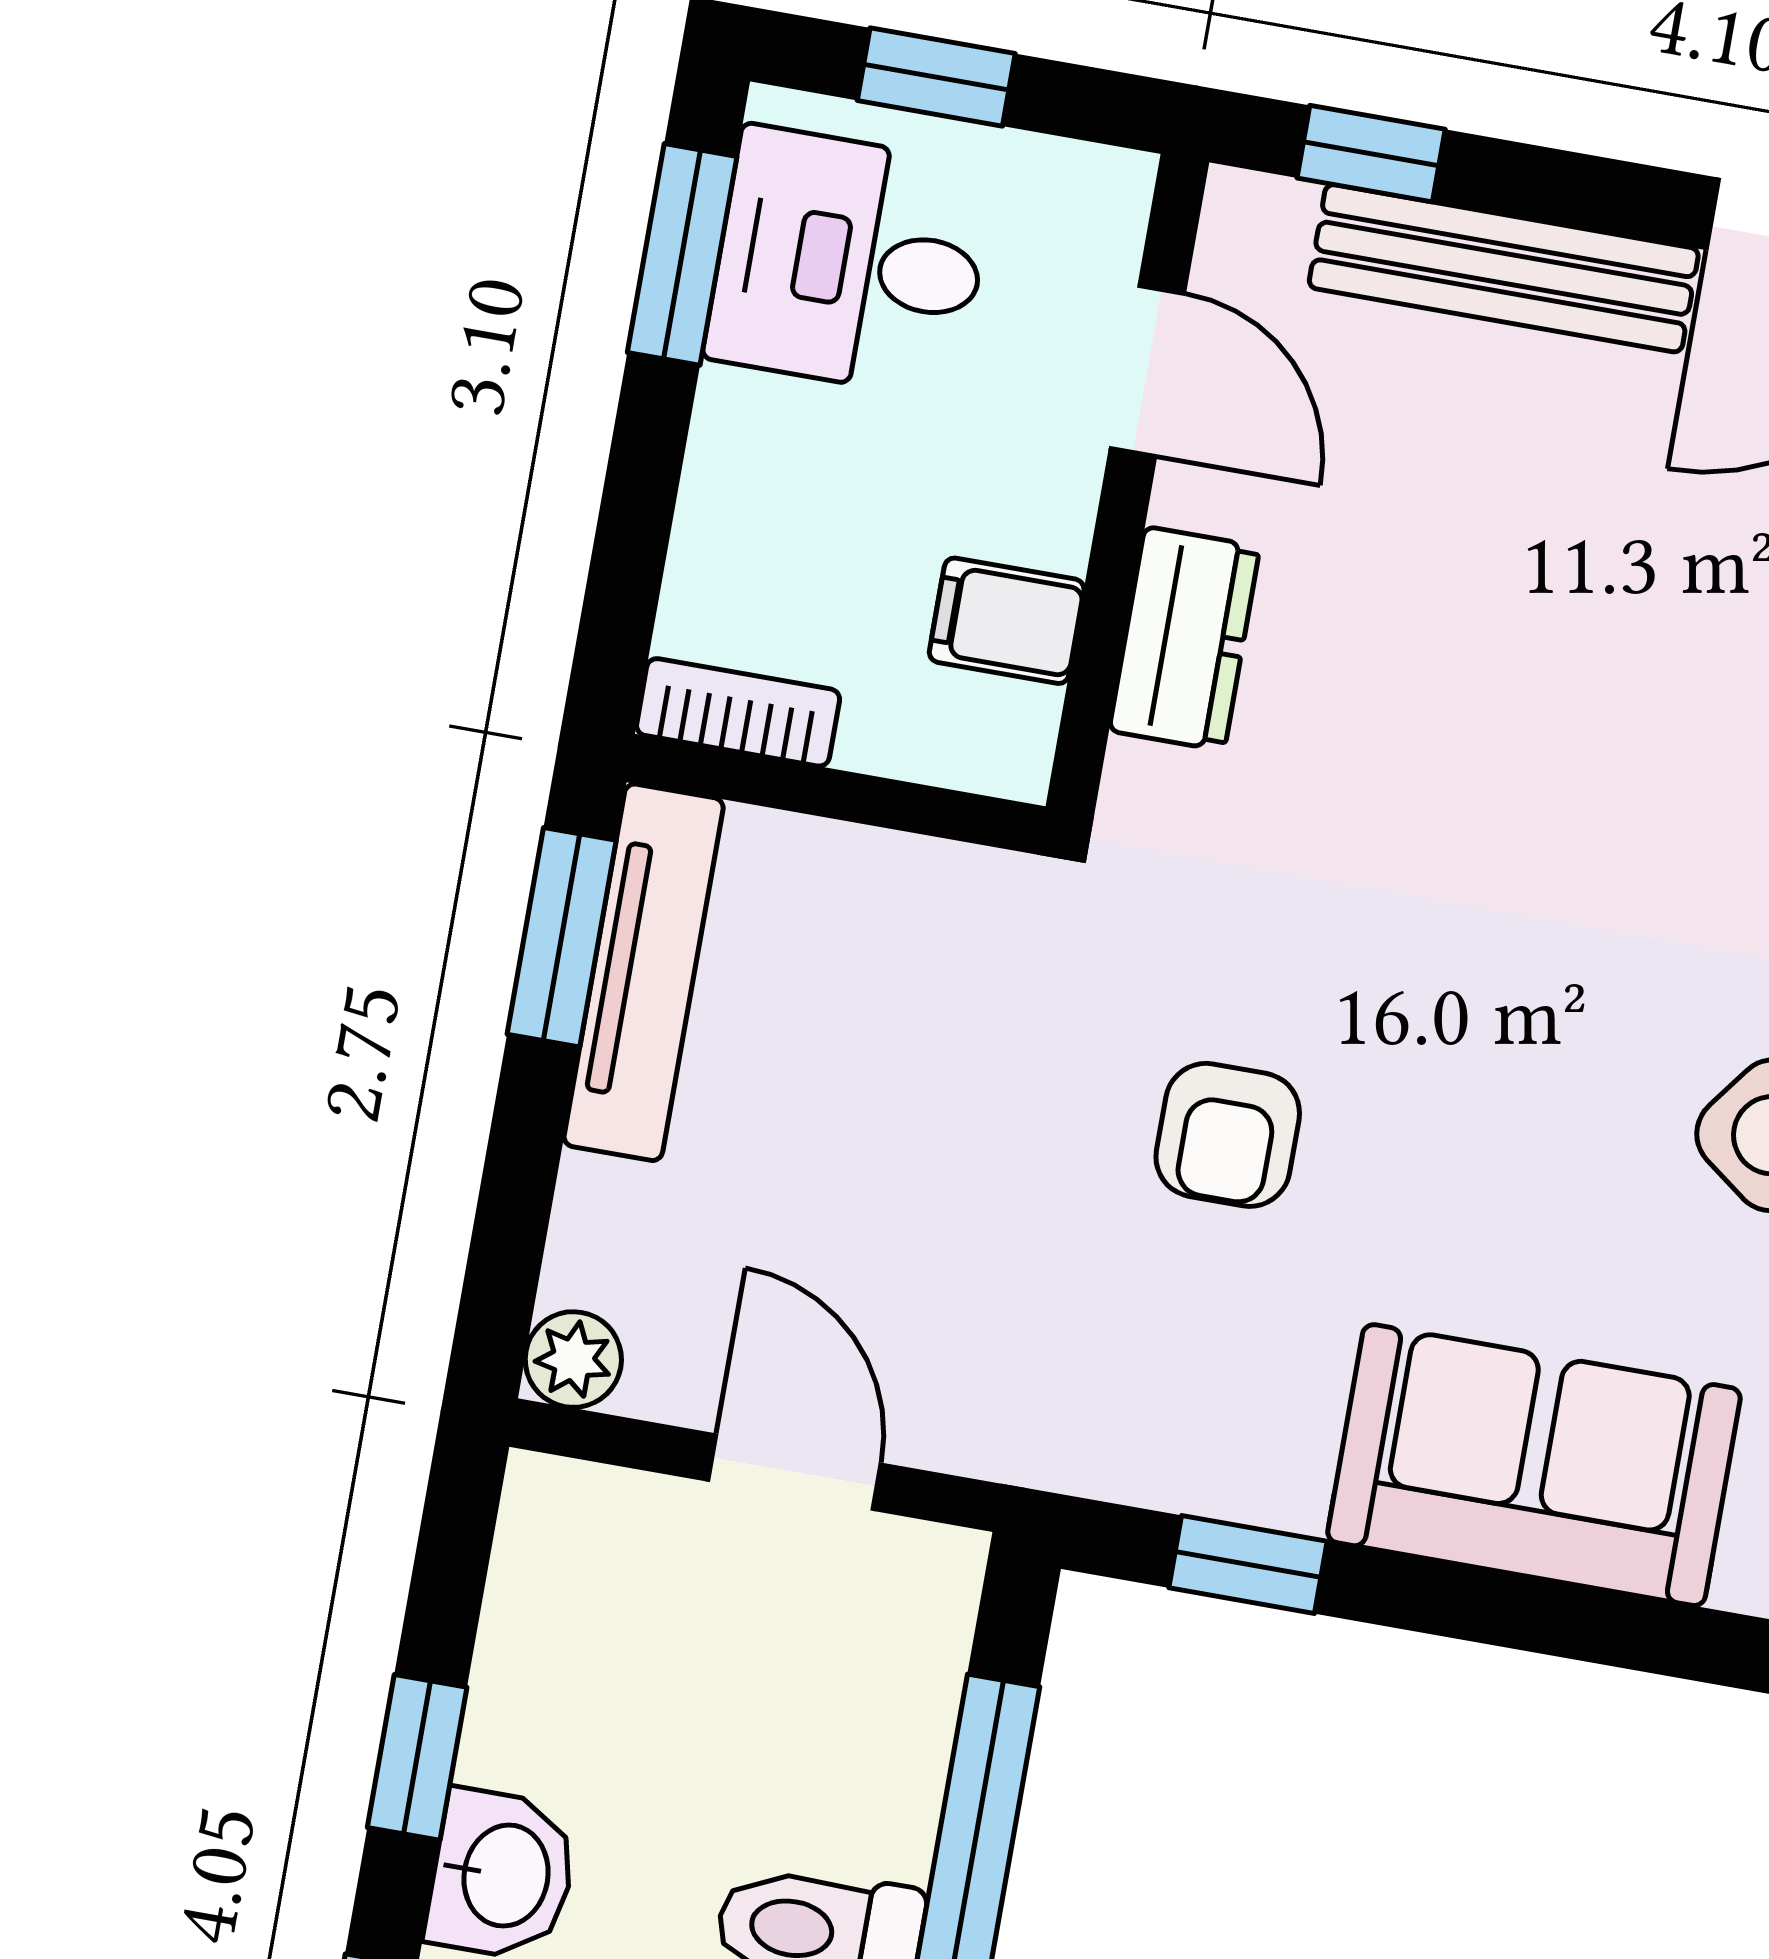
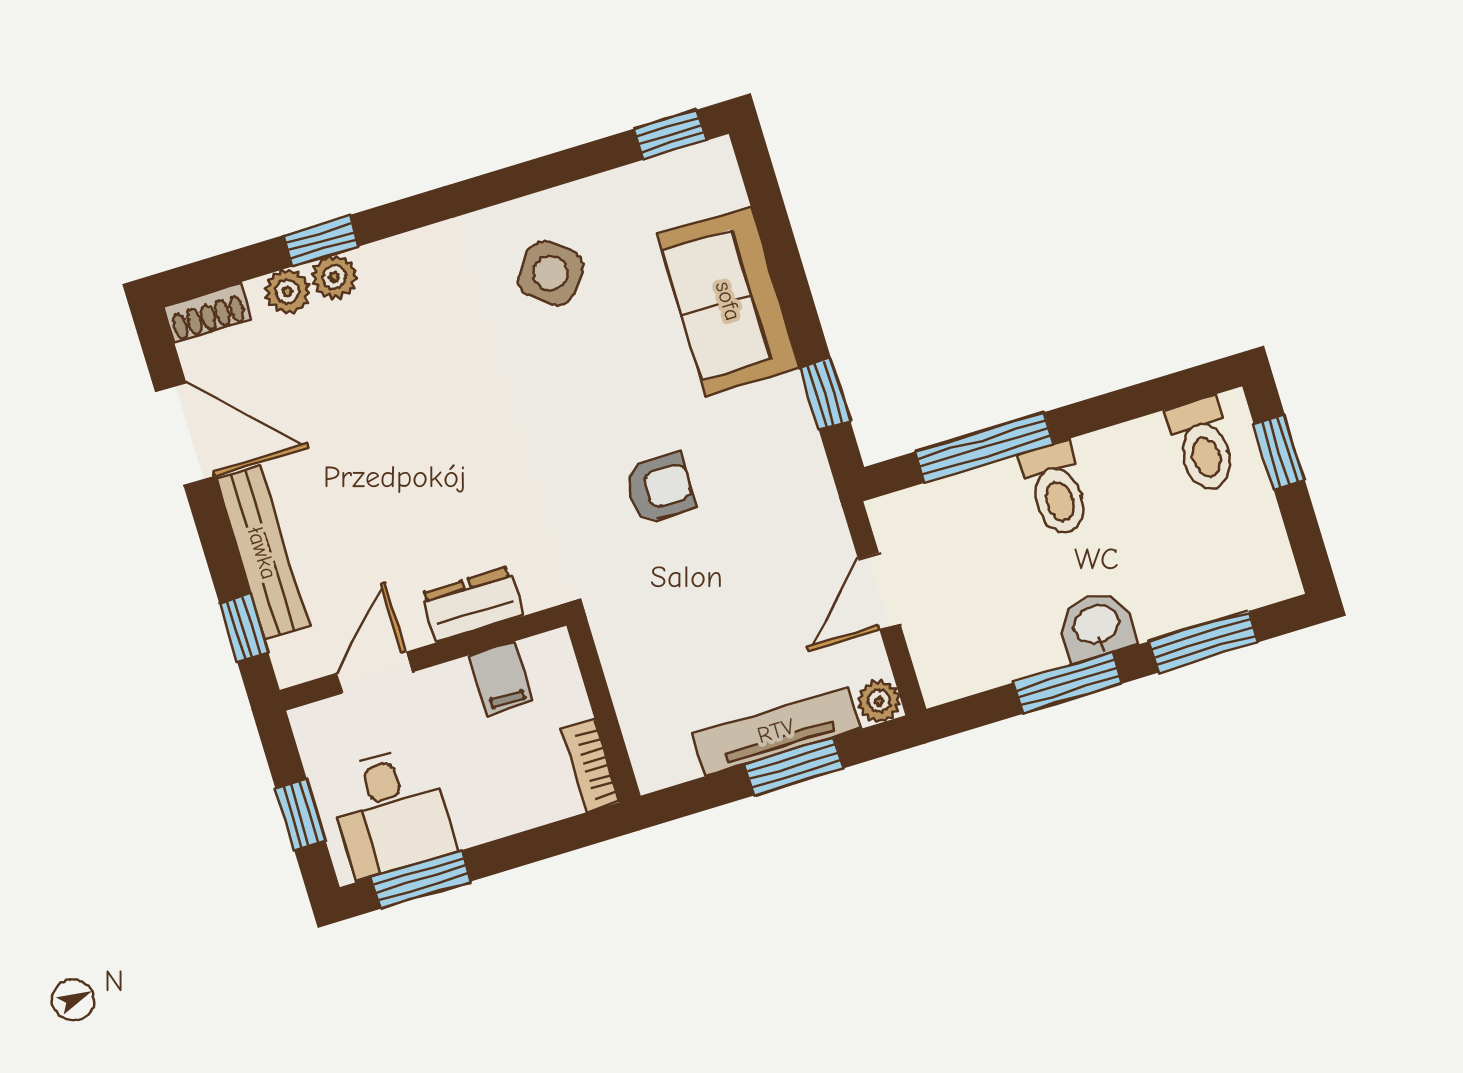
window: (562, 937) -> (794, 766), moved
tv unit: (644, 972) -> (776, 731), moved
window: (417, 1757) -> (1067, 683), width x1.50

